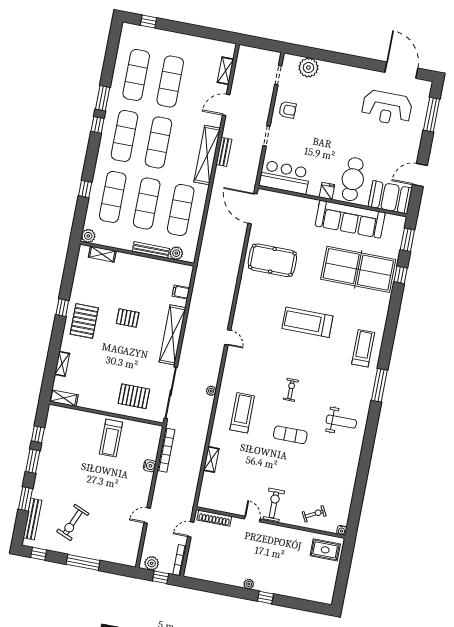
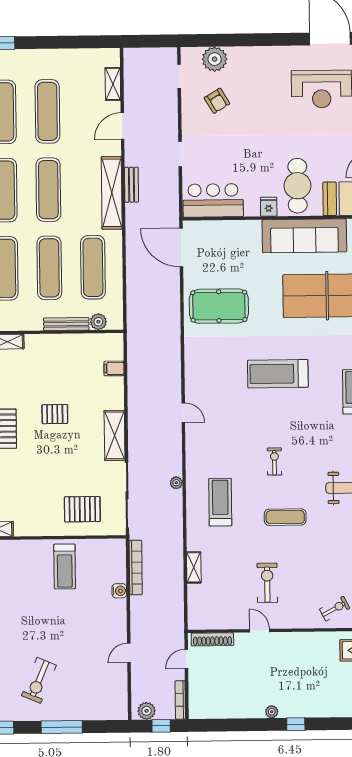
armchair: (287, 110) -> (217, 101), moved, turned 59
shelving: (172, 335) -> (115, 435), width x0.68
exercise bike: (274, 505) -> (267, 583), moved

